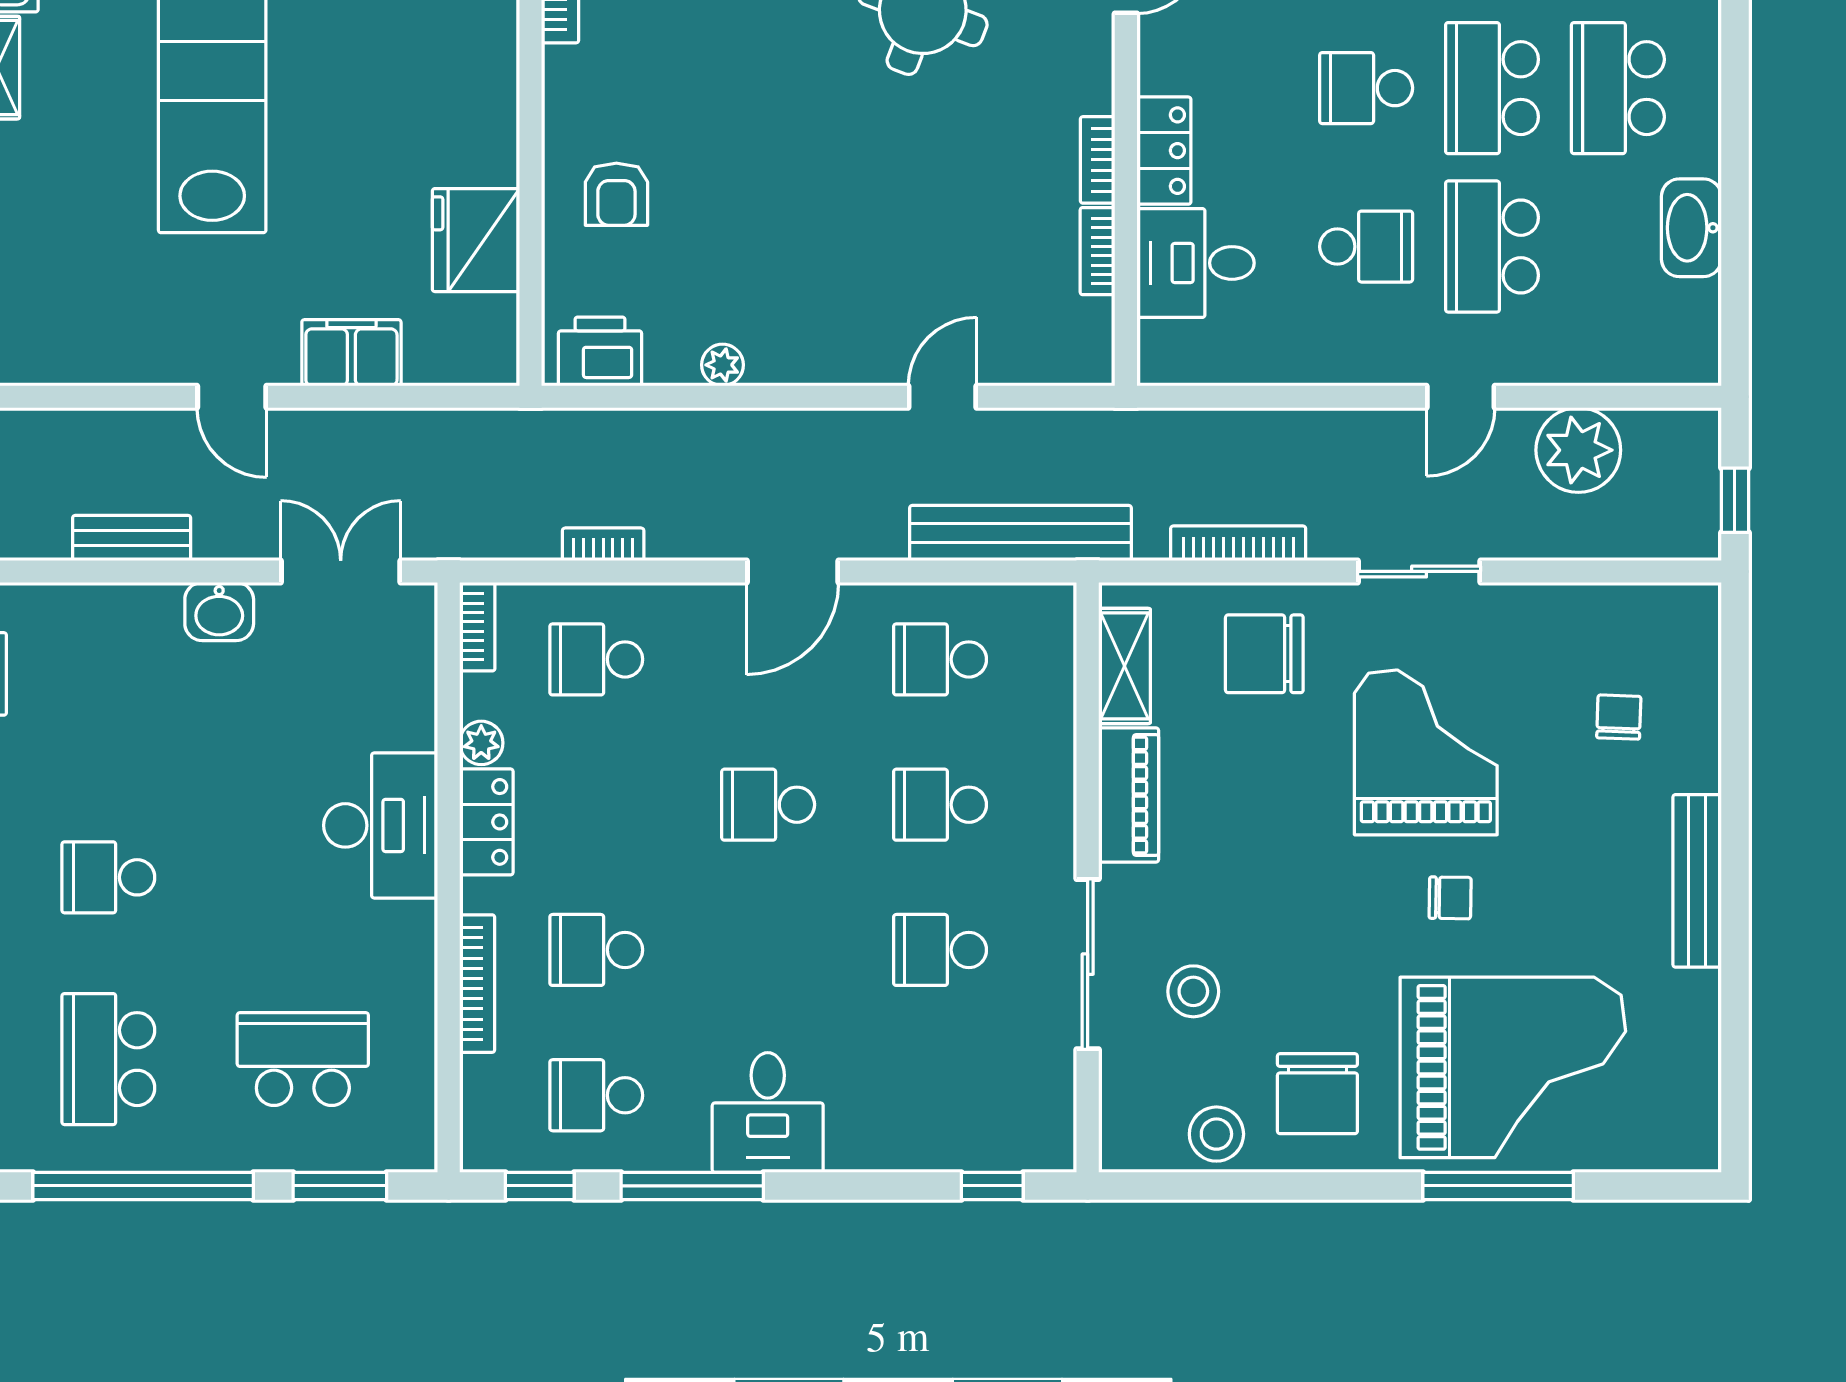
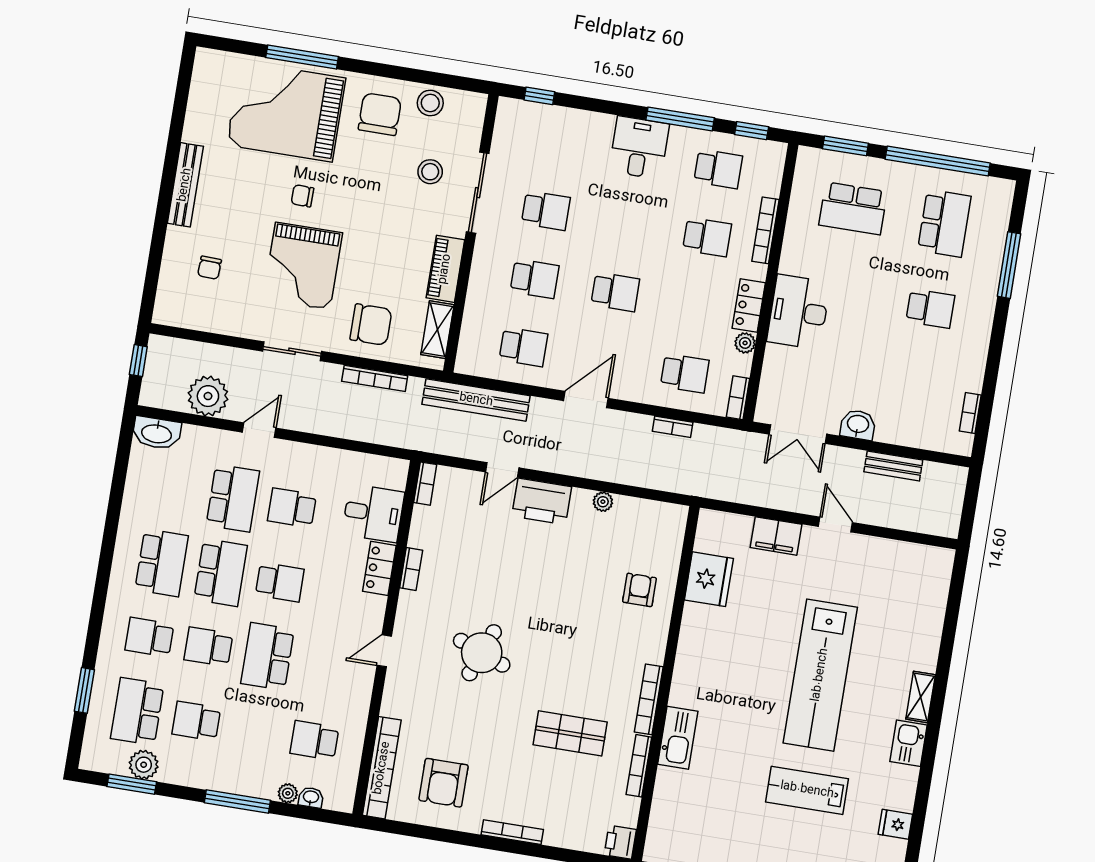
washbasin: (1691, 228) -> (157, 433), moved, turned 90
bookcase: (1098, 251) -> (425, 484), moved
printer: (600, 351) -> (542, 501), moved, width x1.37, depth x1.19

